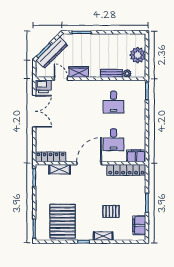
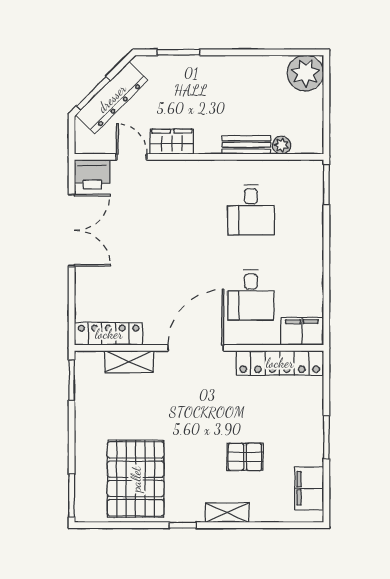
plant: (138, 55) -> (305, 73), moved

